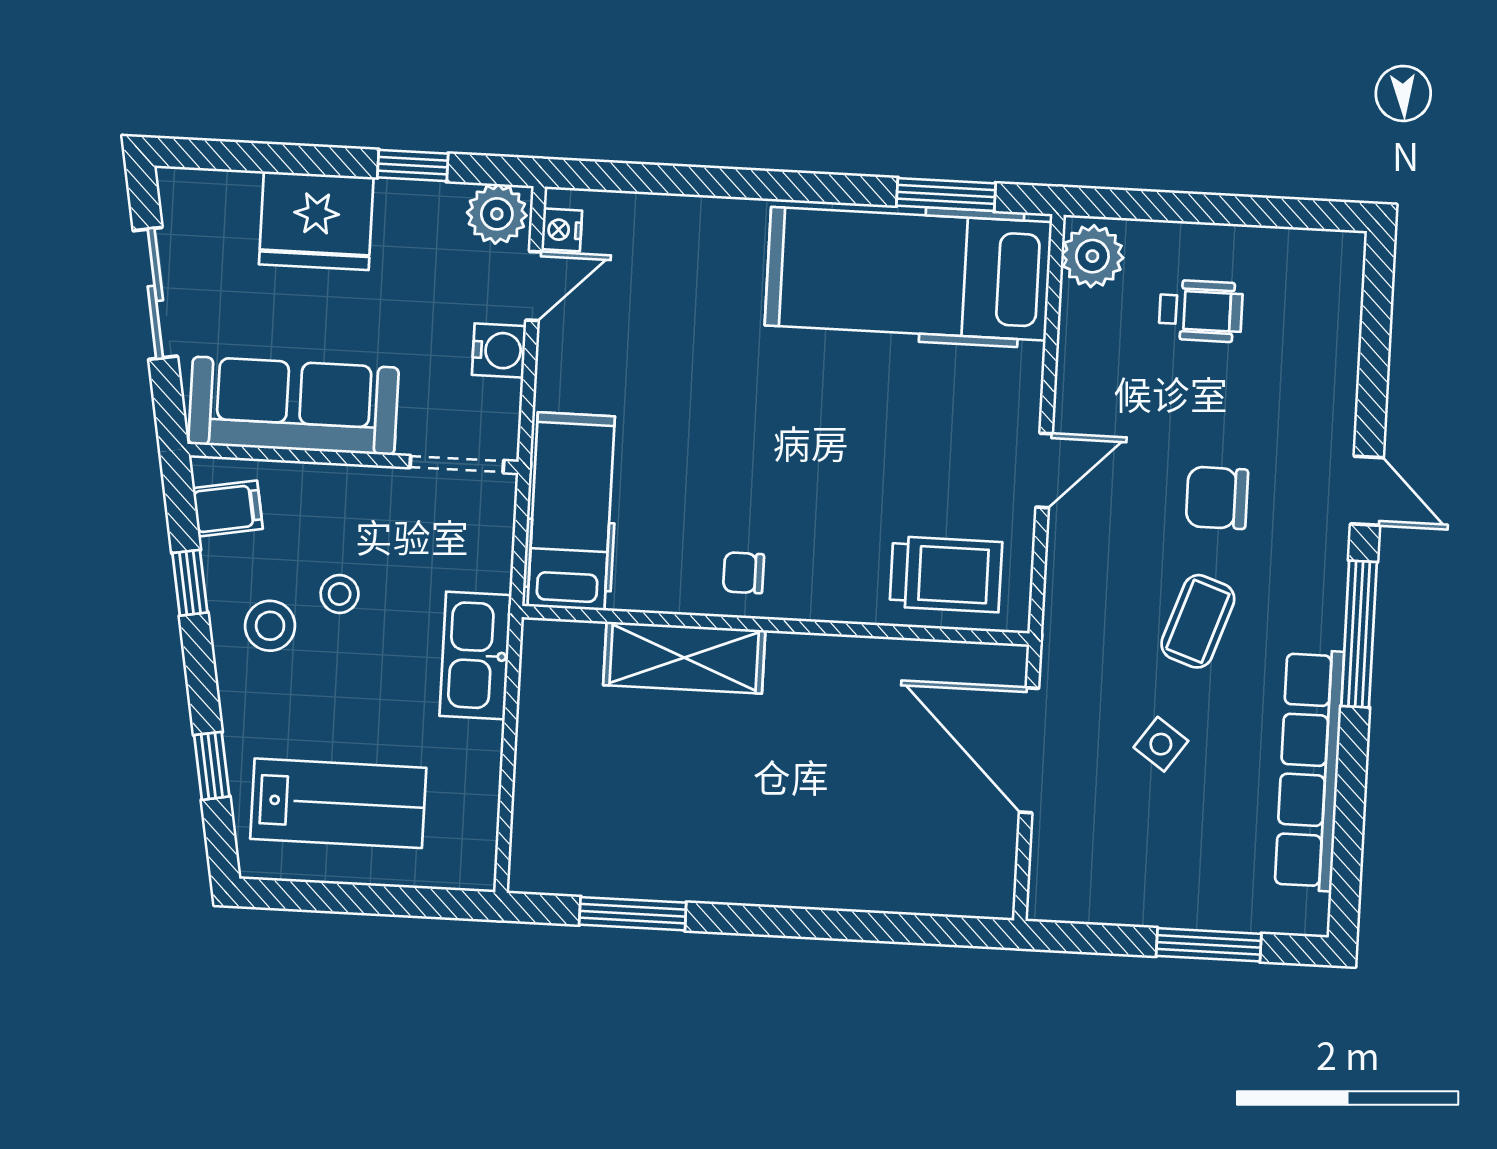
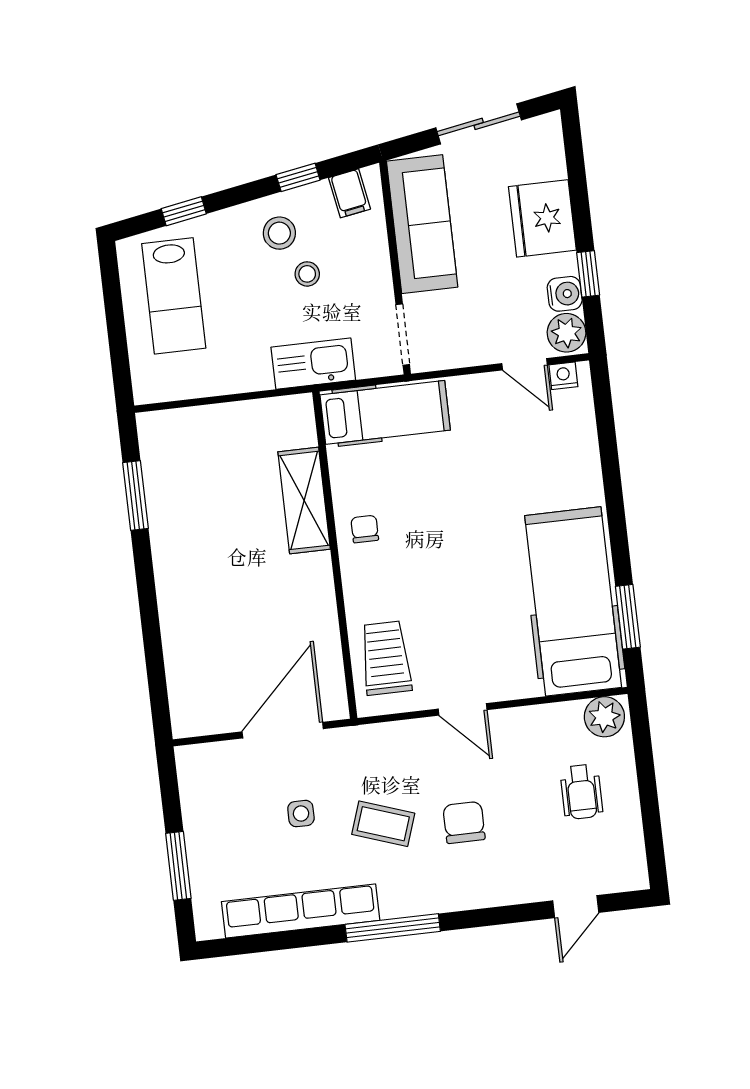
water cooler: (499, 350) -> (565, 294), moved, turned -90
door: (1367, 491) -> (576, 907), moved
trolley: (946, 574) -> (386, 658), turned 180
kitchen sink: (475, 655) -> (313, 364), moved
side table: (1161, 744) -> (301, 814), turned -35

